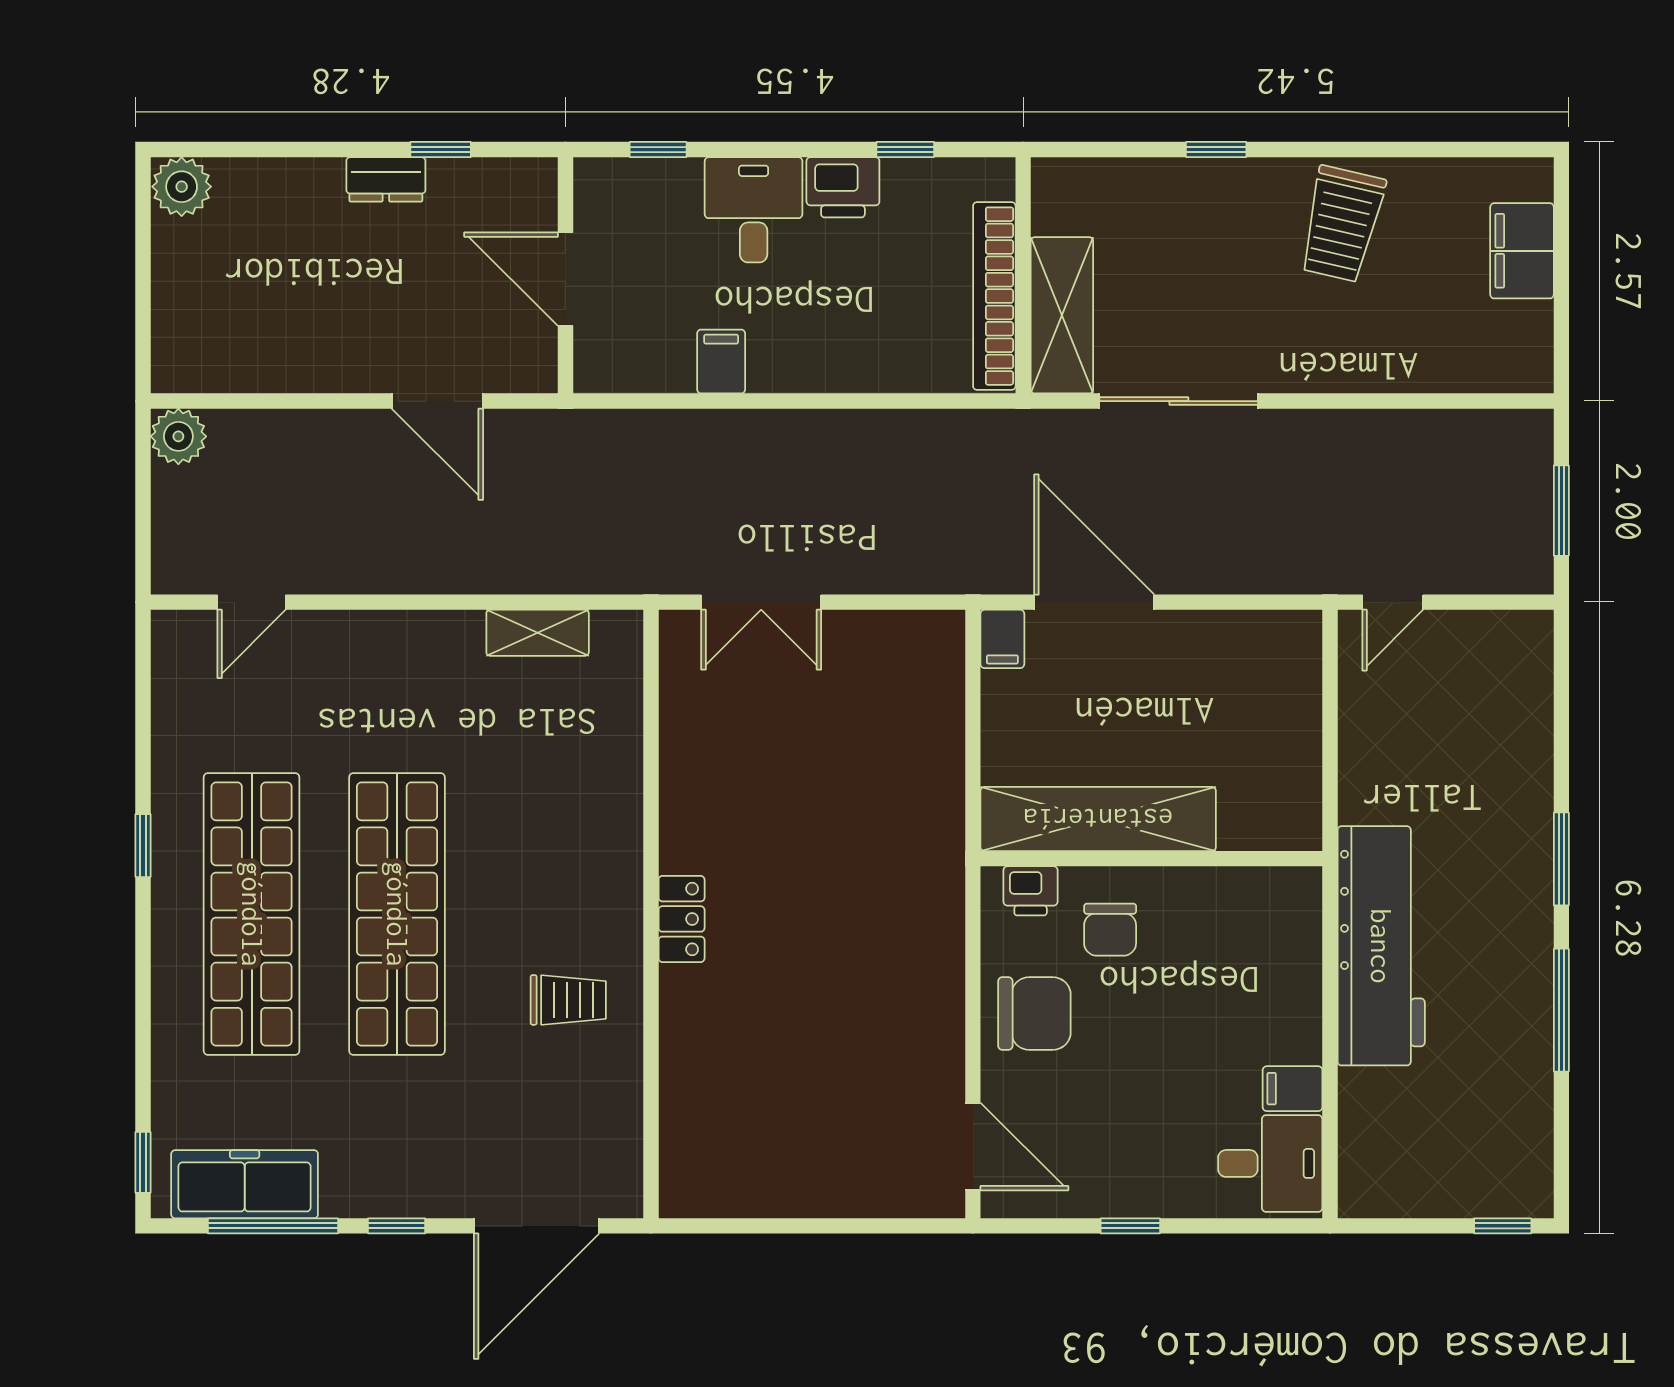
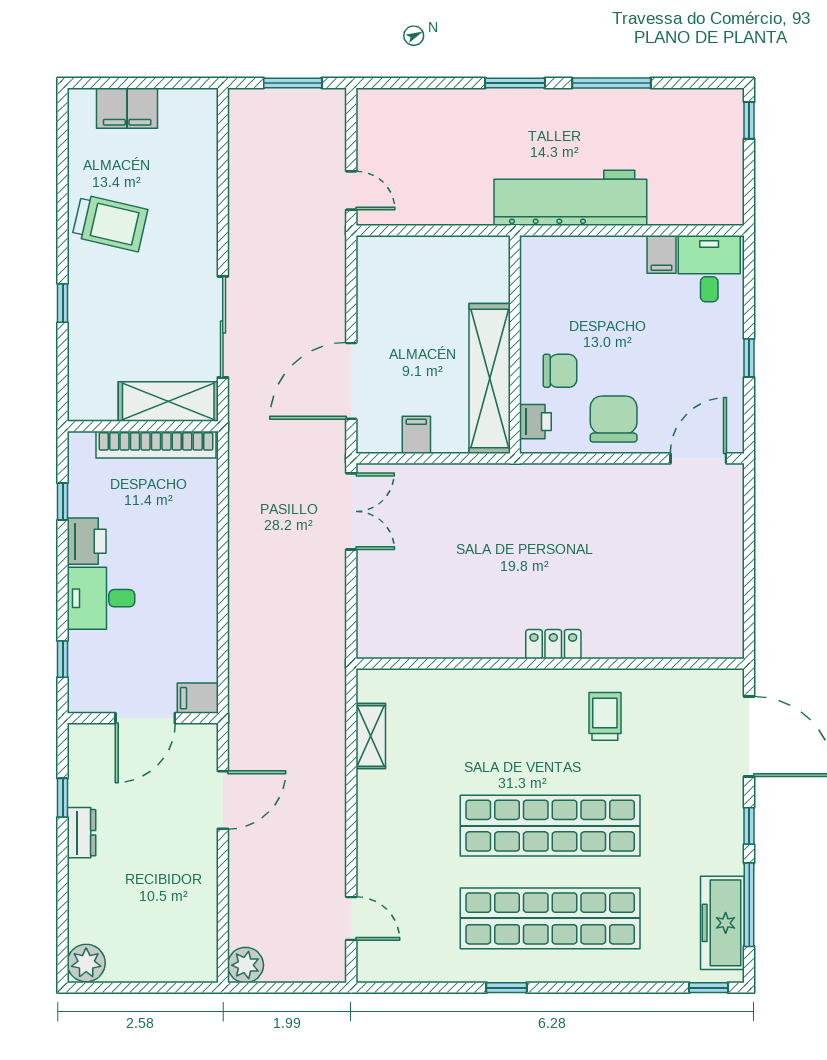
filing cabinet: (721, 361) -> (198, 698), moved
double door: (761, 602) -> (351, 511), moved
filing cabinet: (1002, 639) -> (416, 435), moved, turned -90

